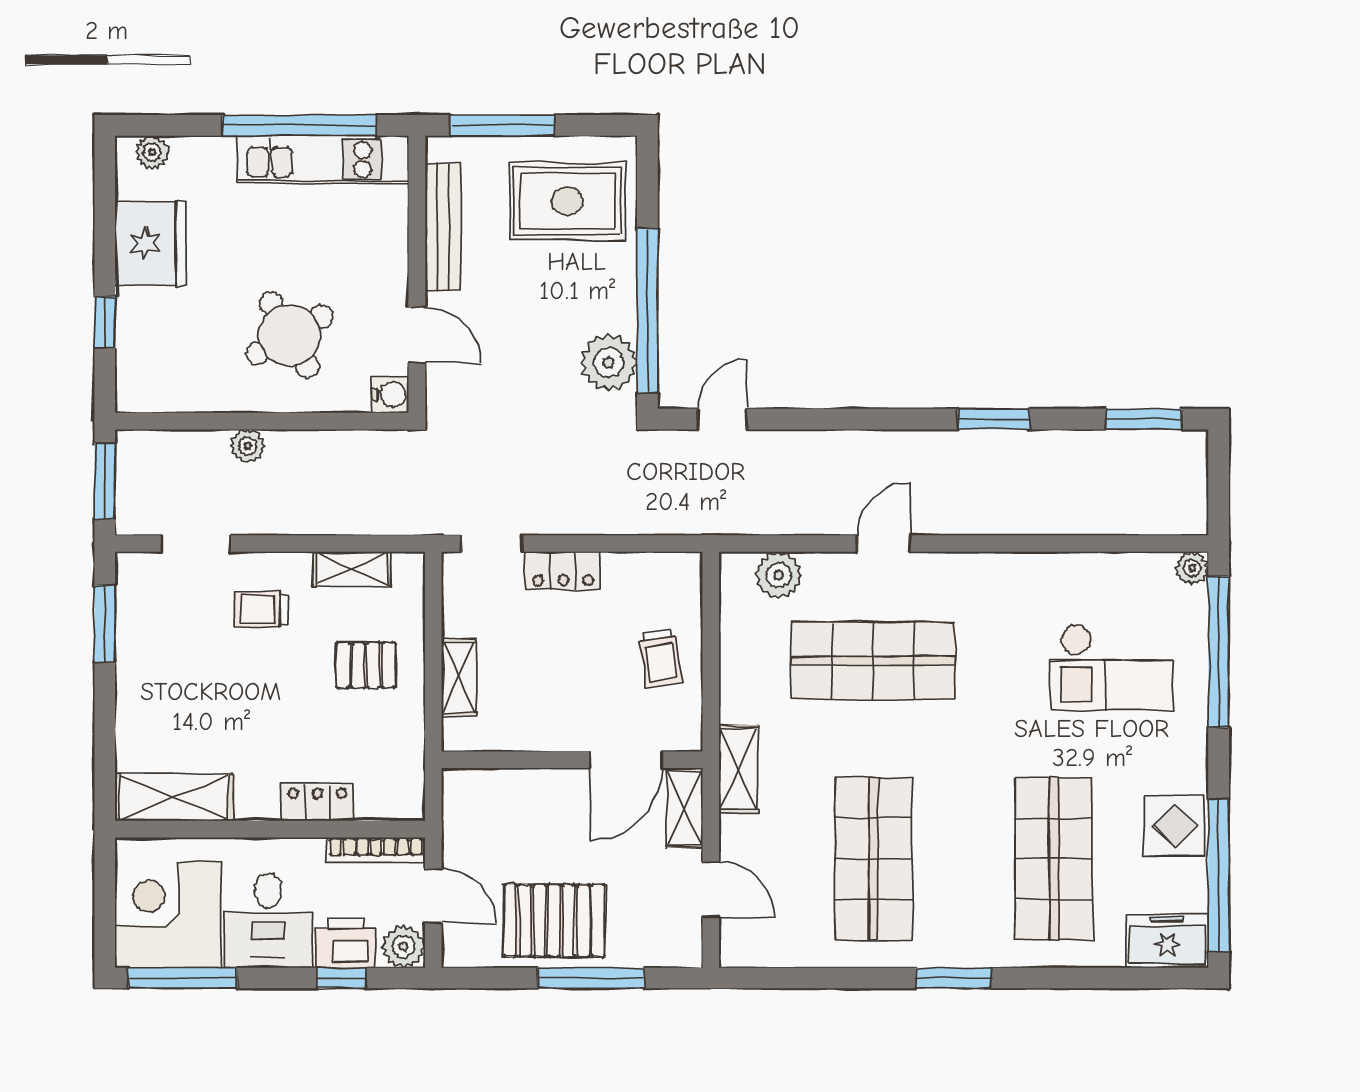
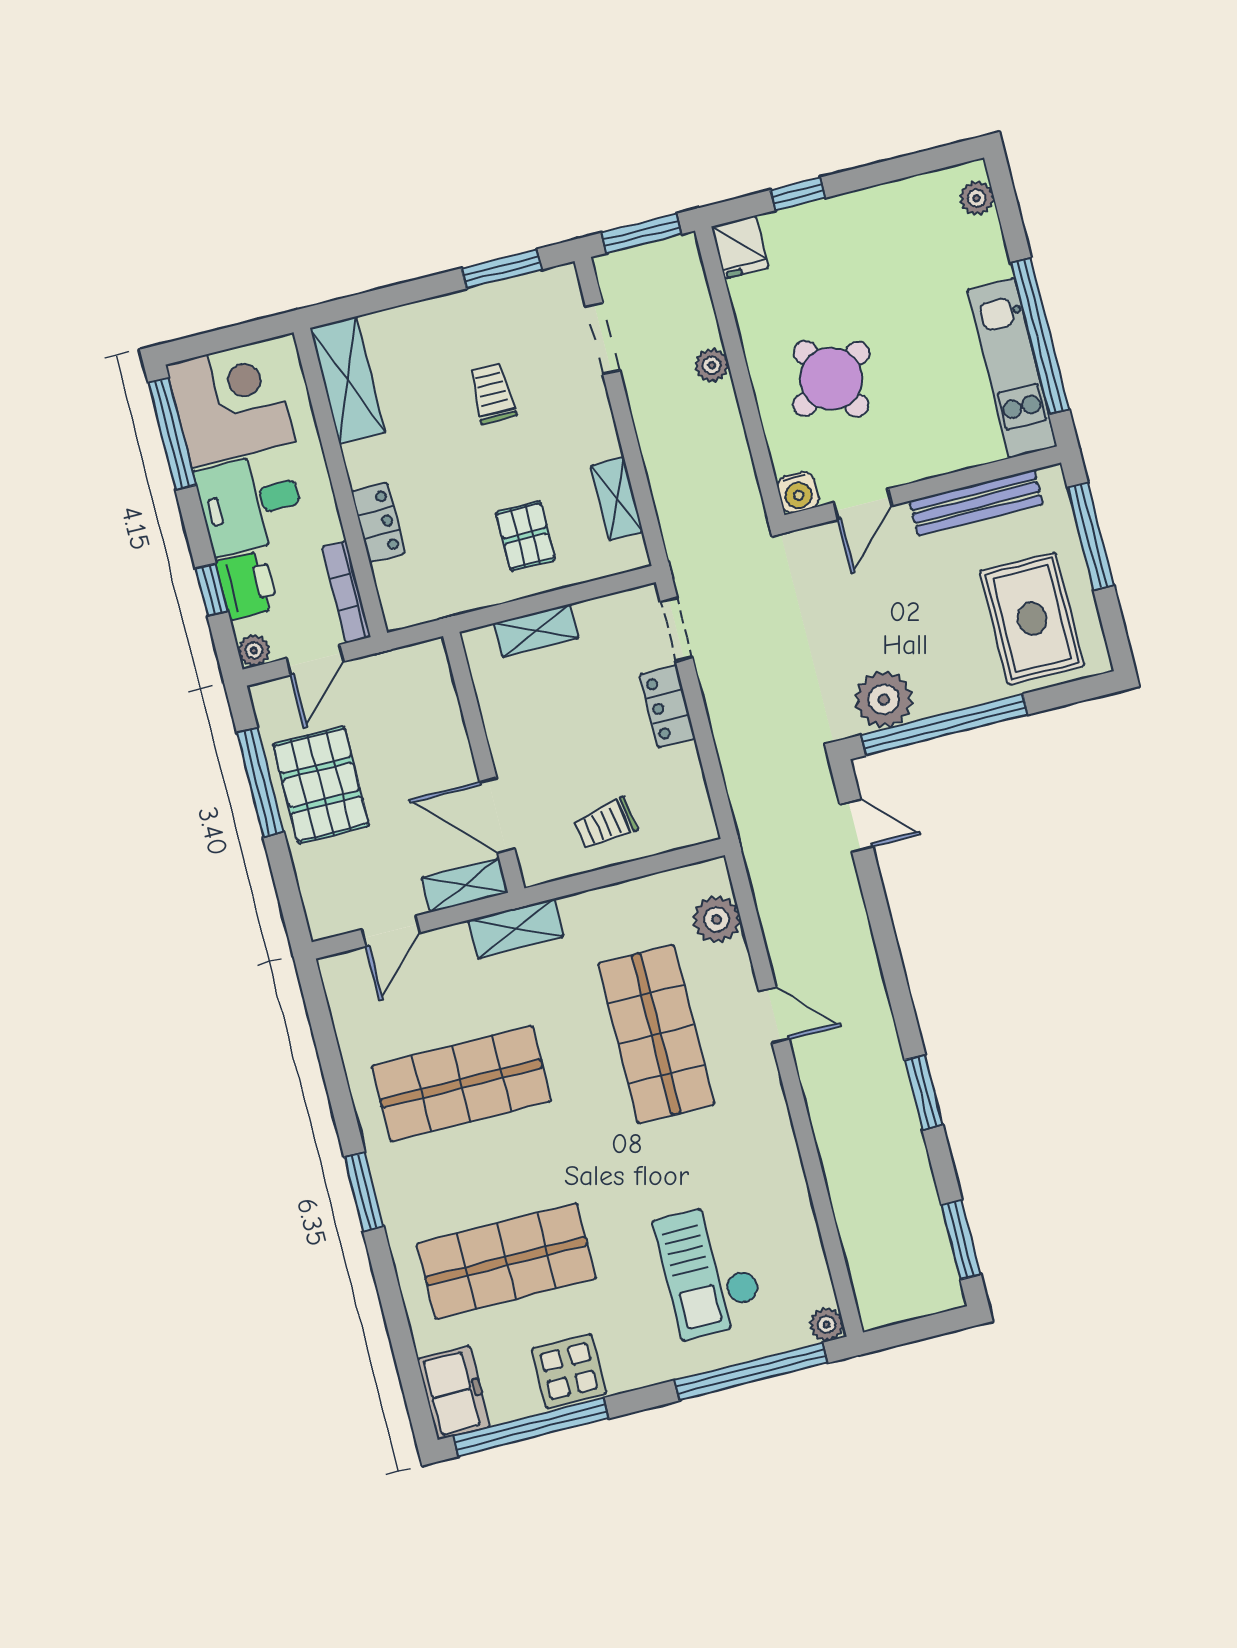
fridge: (151, 243) -> (740, 247), moved, width x0.53, depth x0.75
trolley: (261, 609) -> (492, 393), moved
plant: (404, 946) -> (254, 650), width x0.73, depth x0.73
window: (591, 978) -> (260, 782), moved

